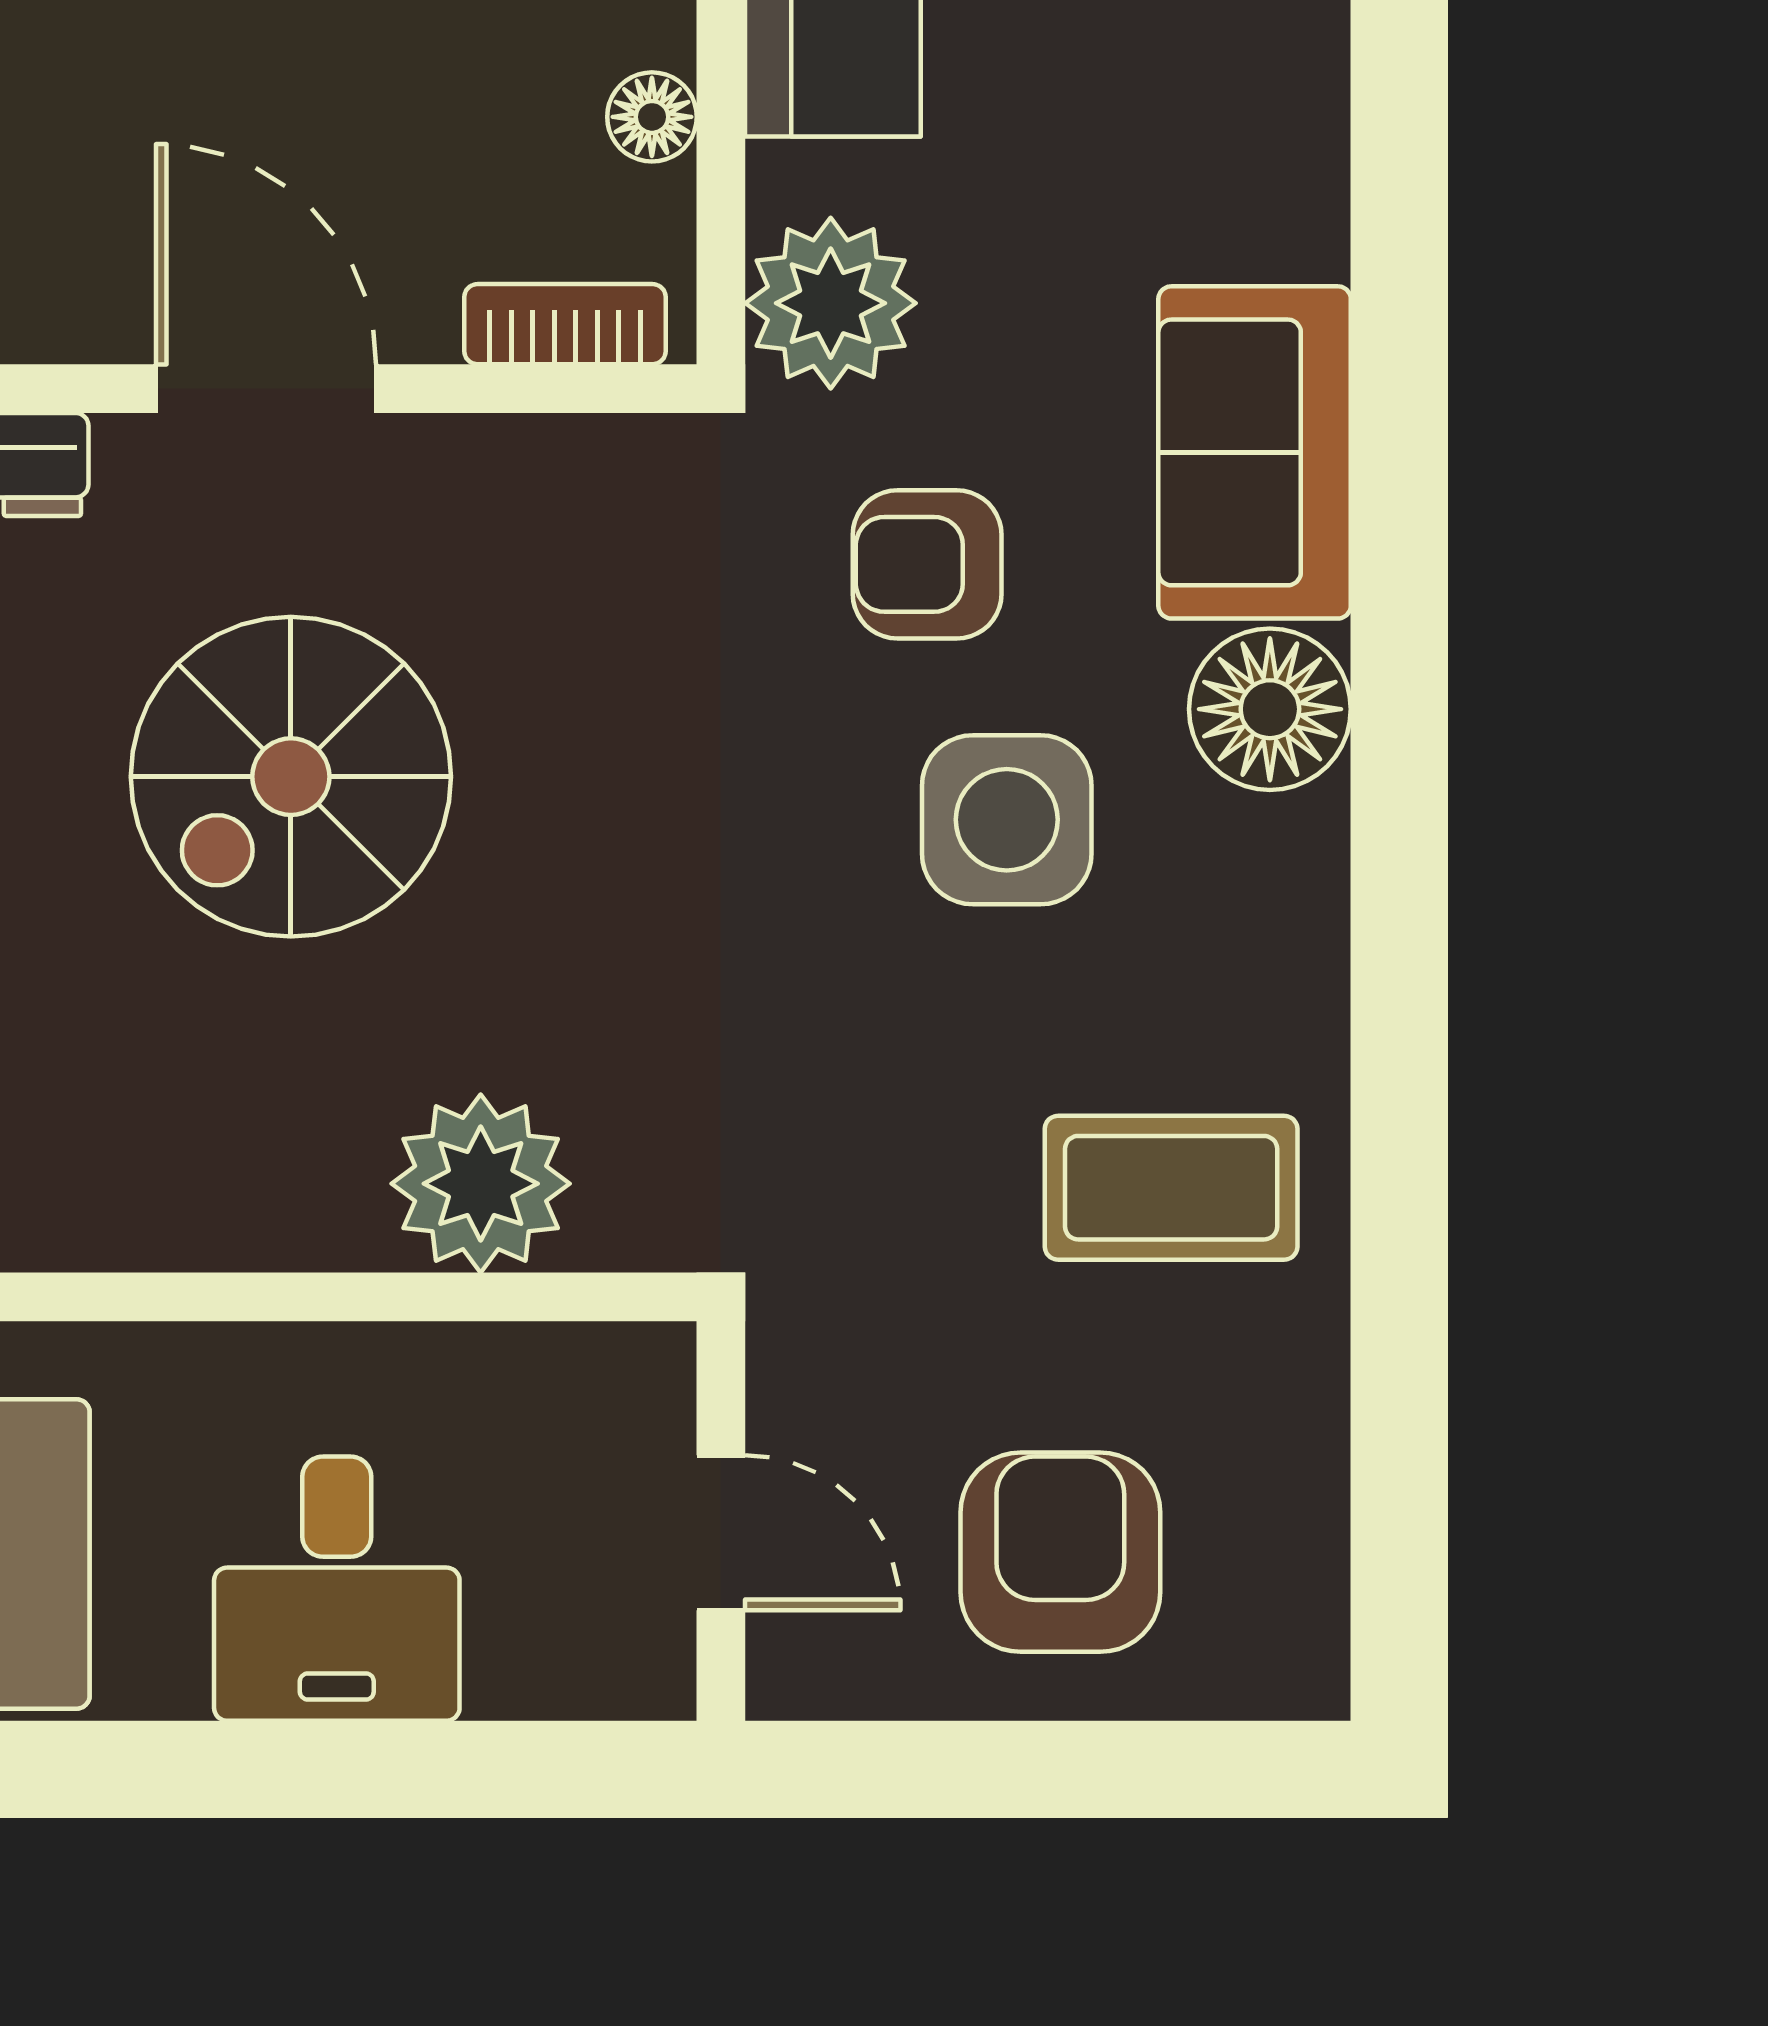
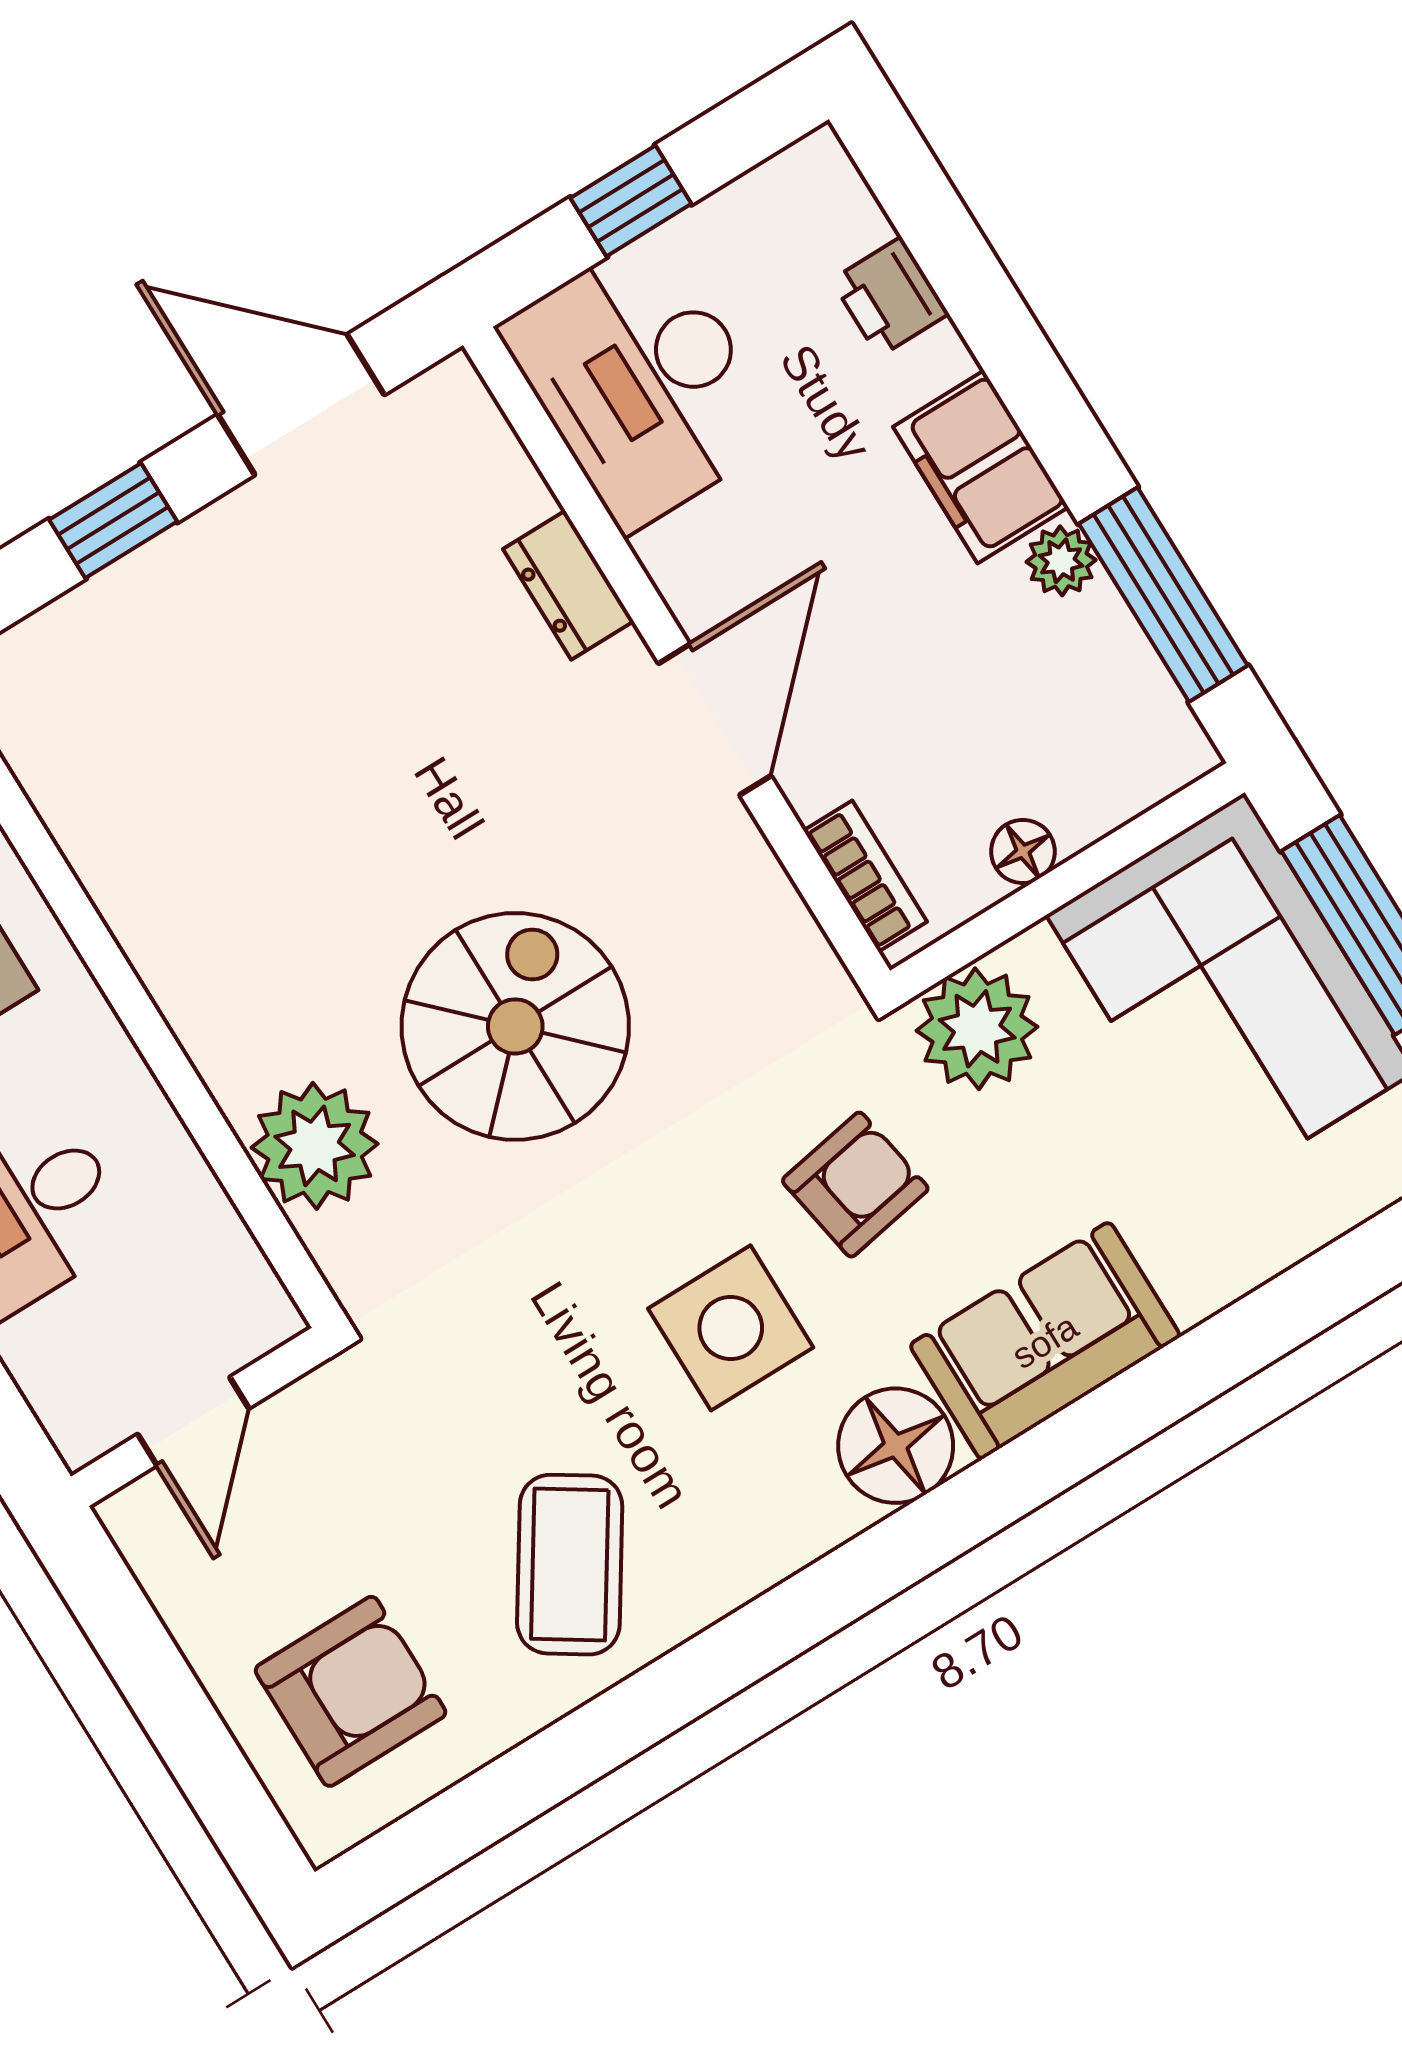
armchair: (927, 564) -> (855, 1185), turned 80
spiral stairs: (291, 777) -> (515, 1026), moved, turned 90
coffee table: (1171, 1188) -> (570, 1565), turned 33
armchair: (1060, 1552) -> (350, 1691), moved

